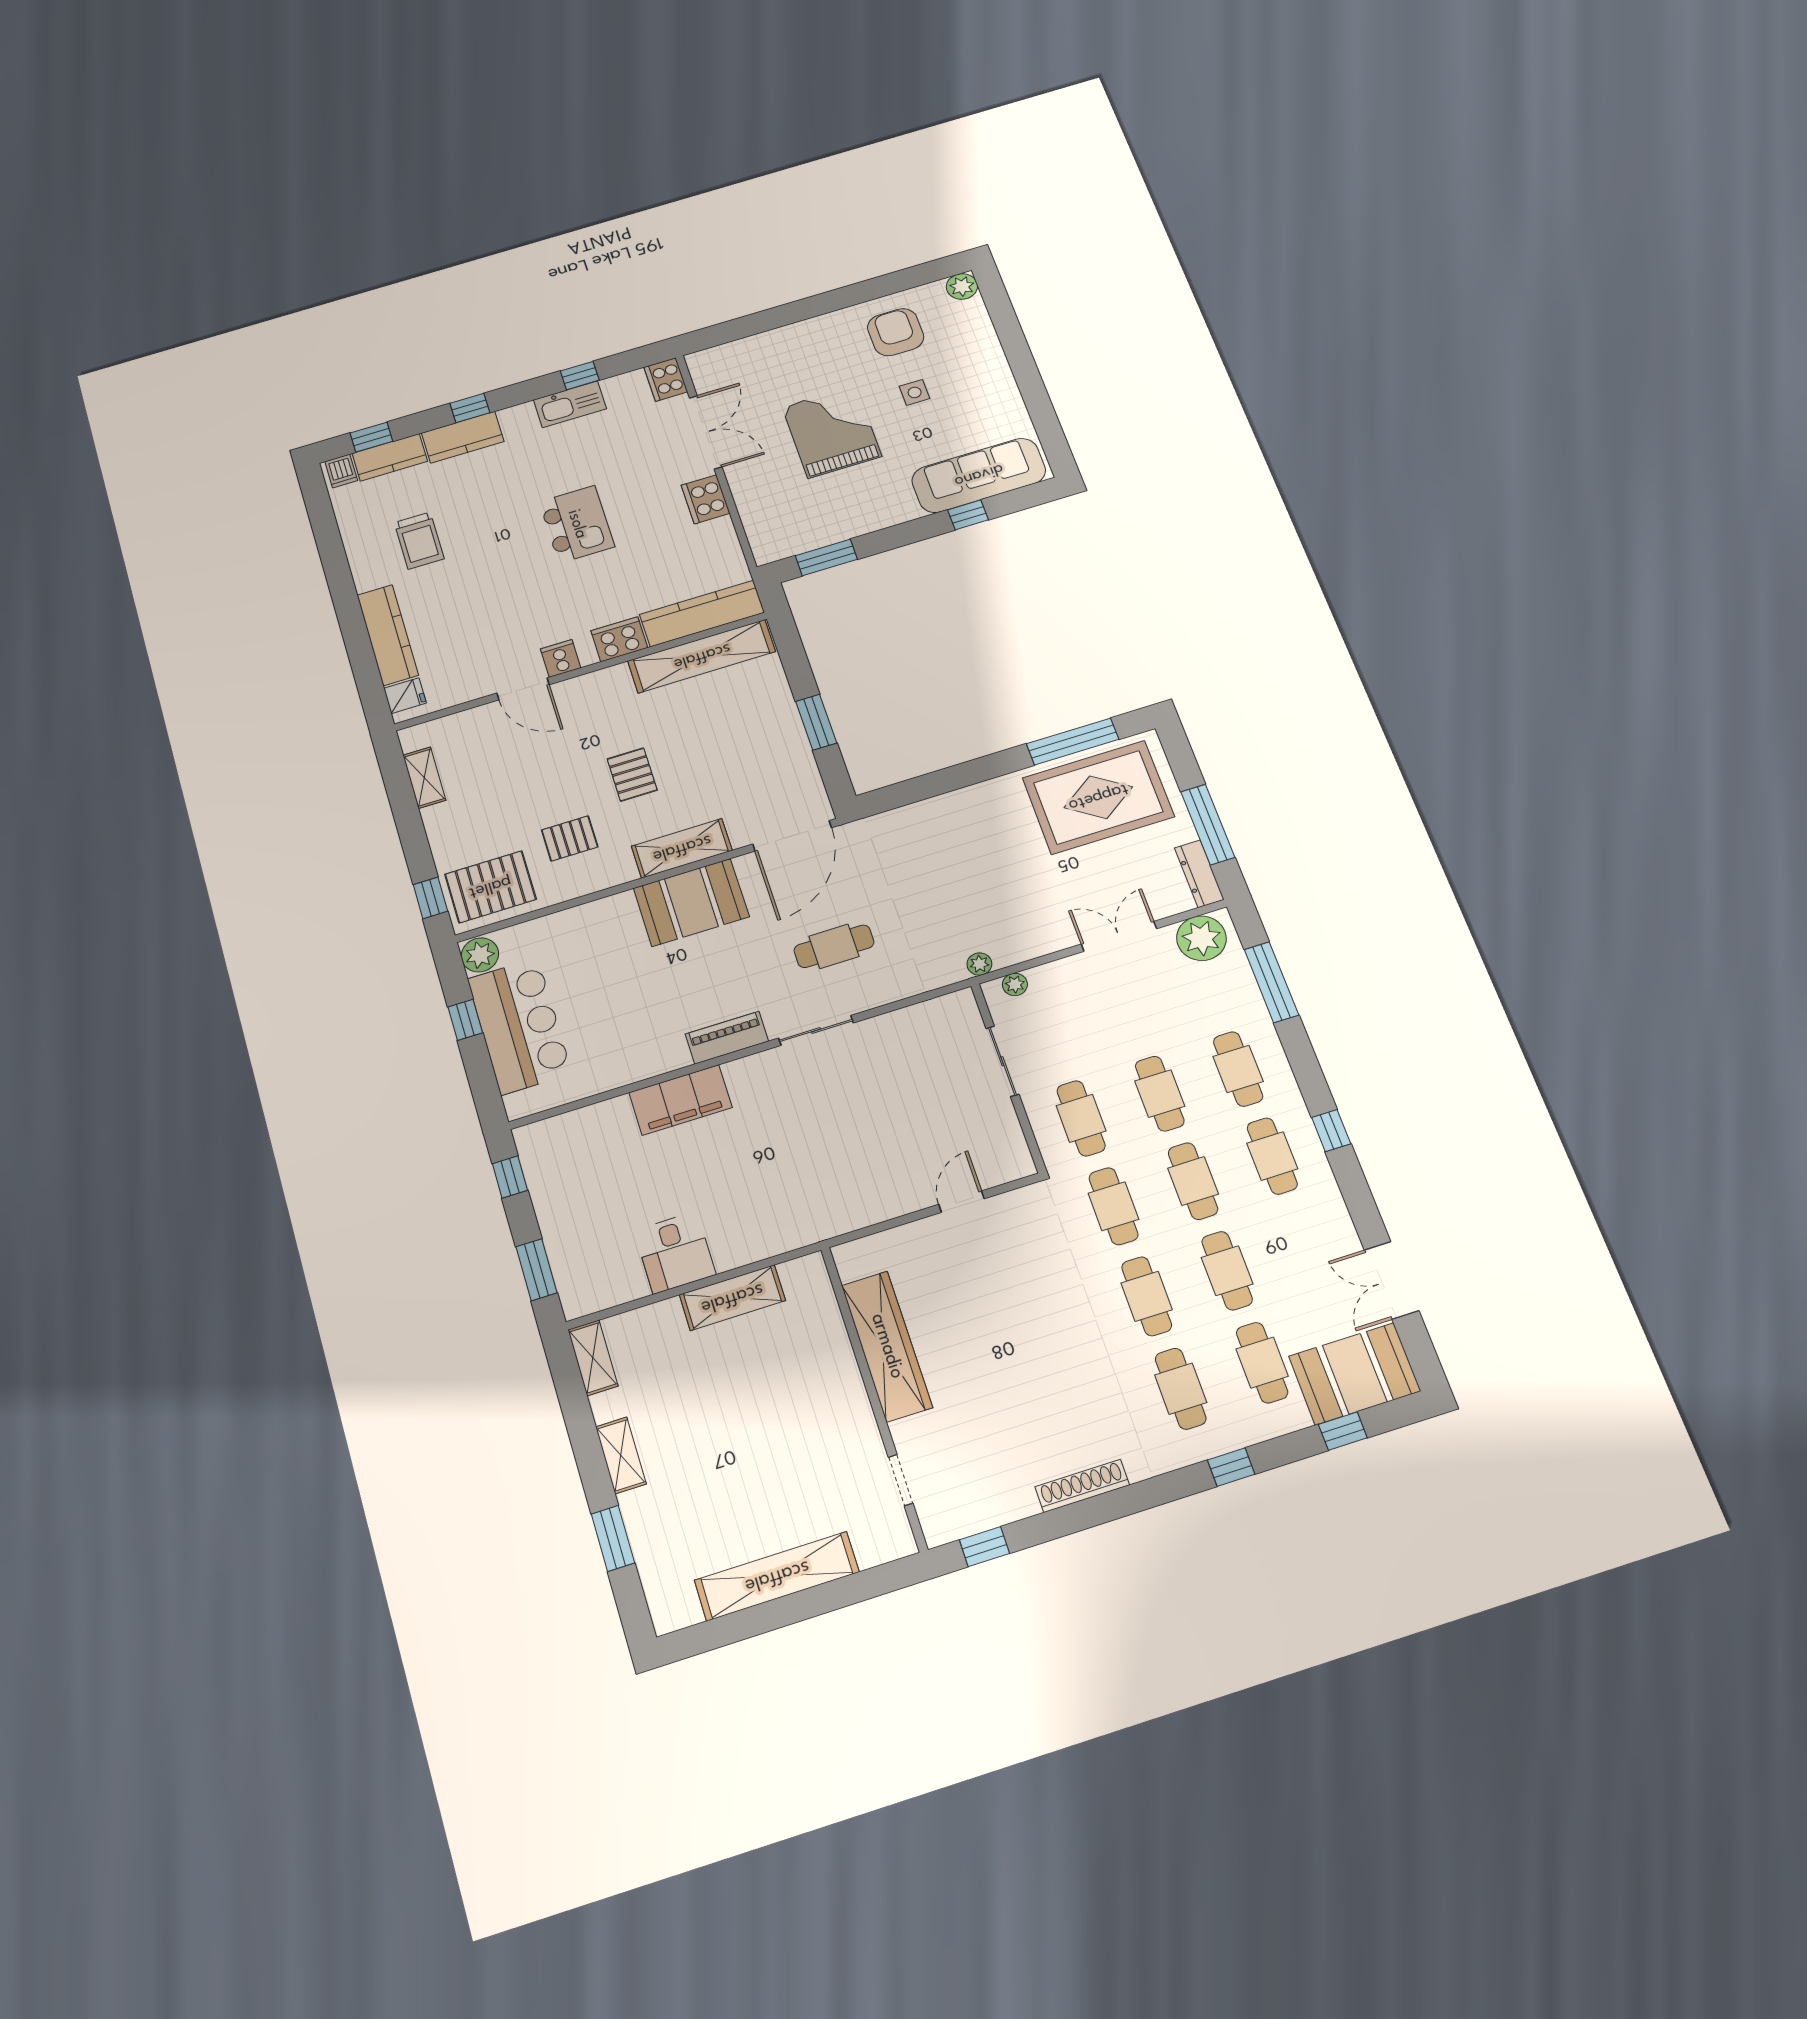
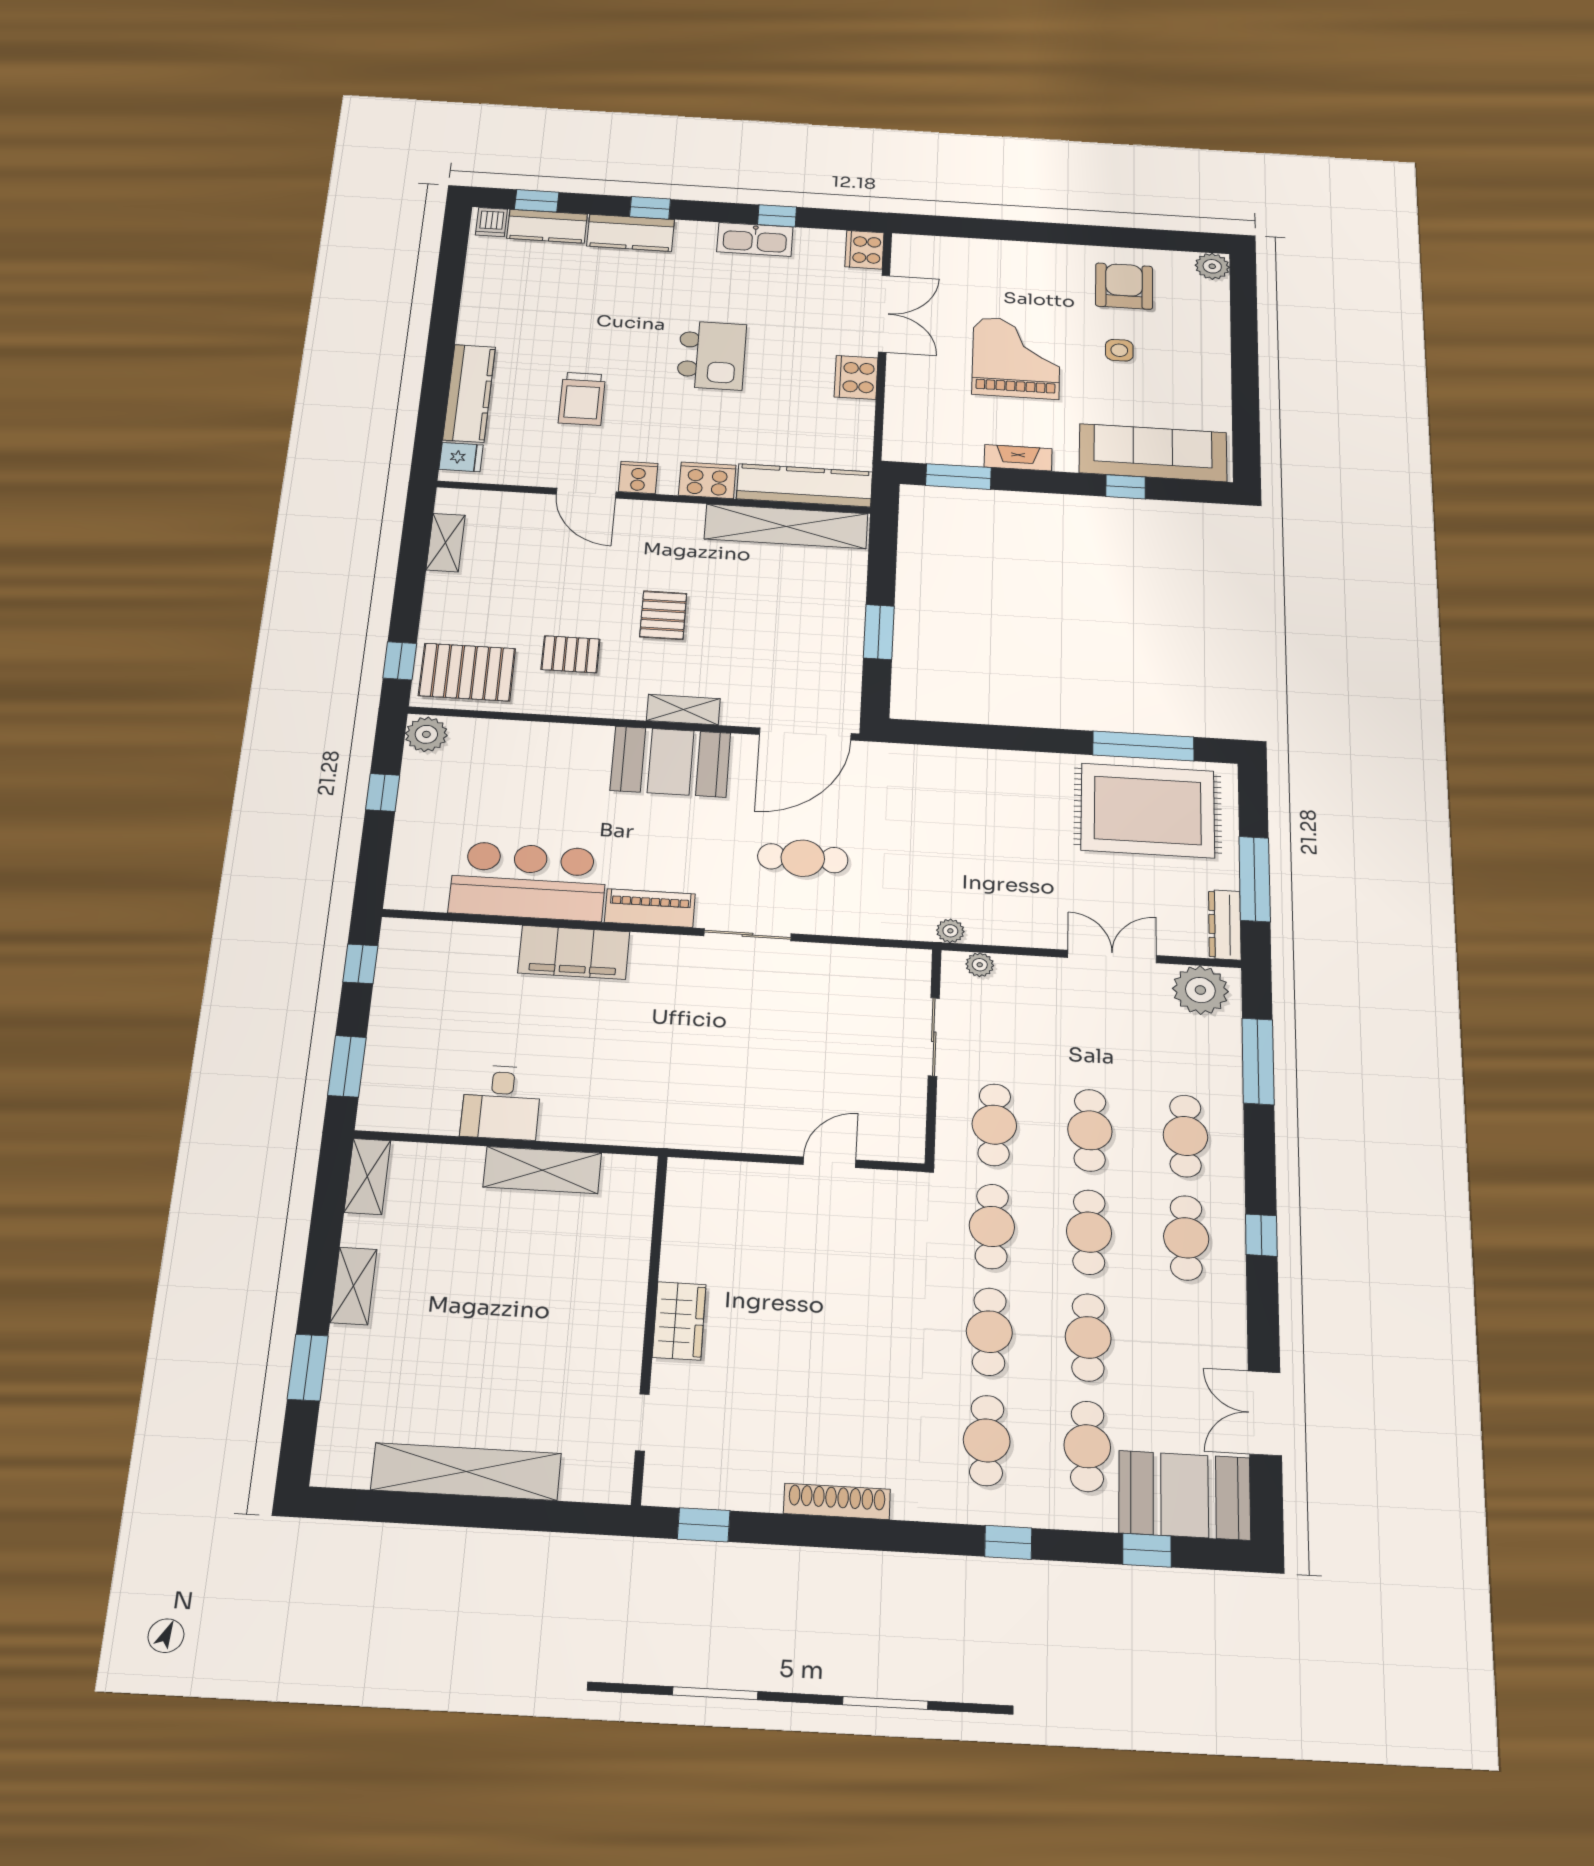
fireplace: (869, 522) -> (1018, 458), added
trolley: (419, 541) -> (582, 399), moved
shelving: (682, 848) -> (683, 710), width x0.67, depth x0.75
bar counter: (519, 1026) -> (528, 881), moved, turned -90
wardrobe: (887, 1346) -> (679, 1321), width x0.48, depth x0.85

